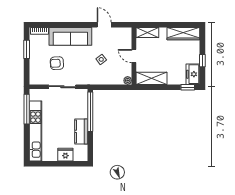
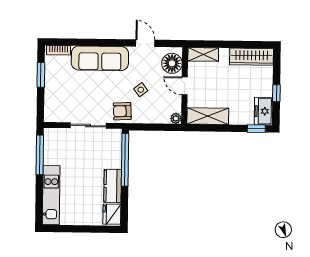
floor lamp: (124, 39) -> (172, 63), added
armchair: (57, 63) -> (122, 111), moved
kitchen unit: (36, 131) -> (51, 195), width x0.73
fridge: (65, 155) -> (112, 214), moved, turned -90

